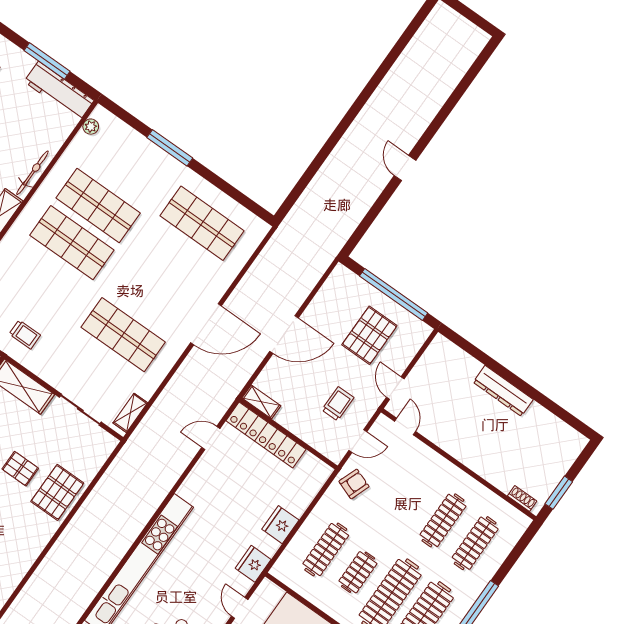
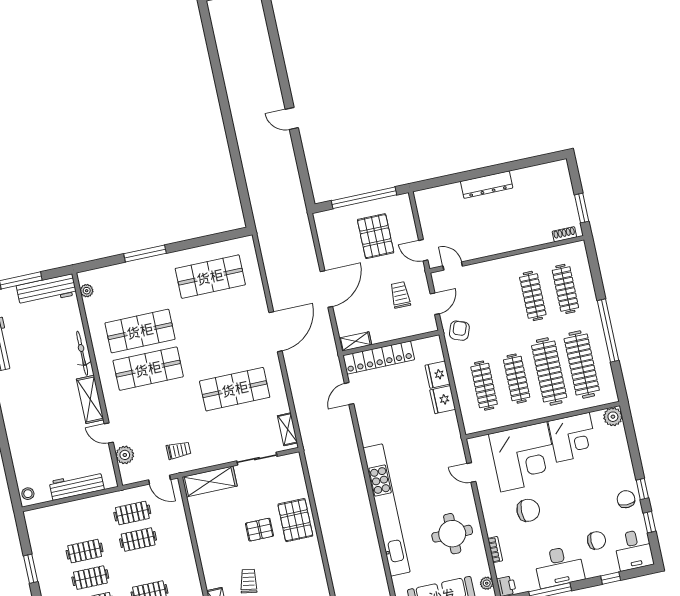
fridge: (253, 564) -> (438, 375), moved
clothes rail: (358, 572) -> (517, 379), width x1.36

